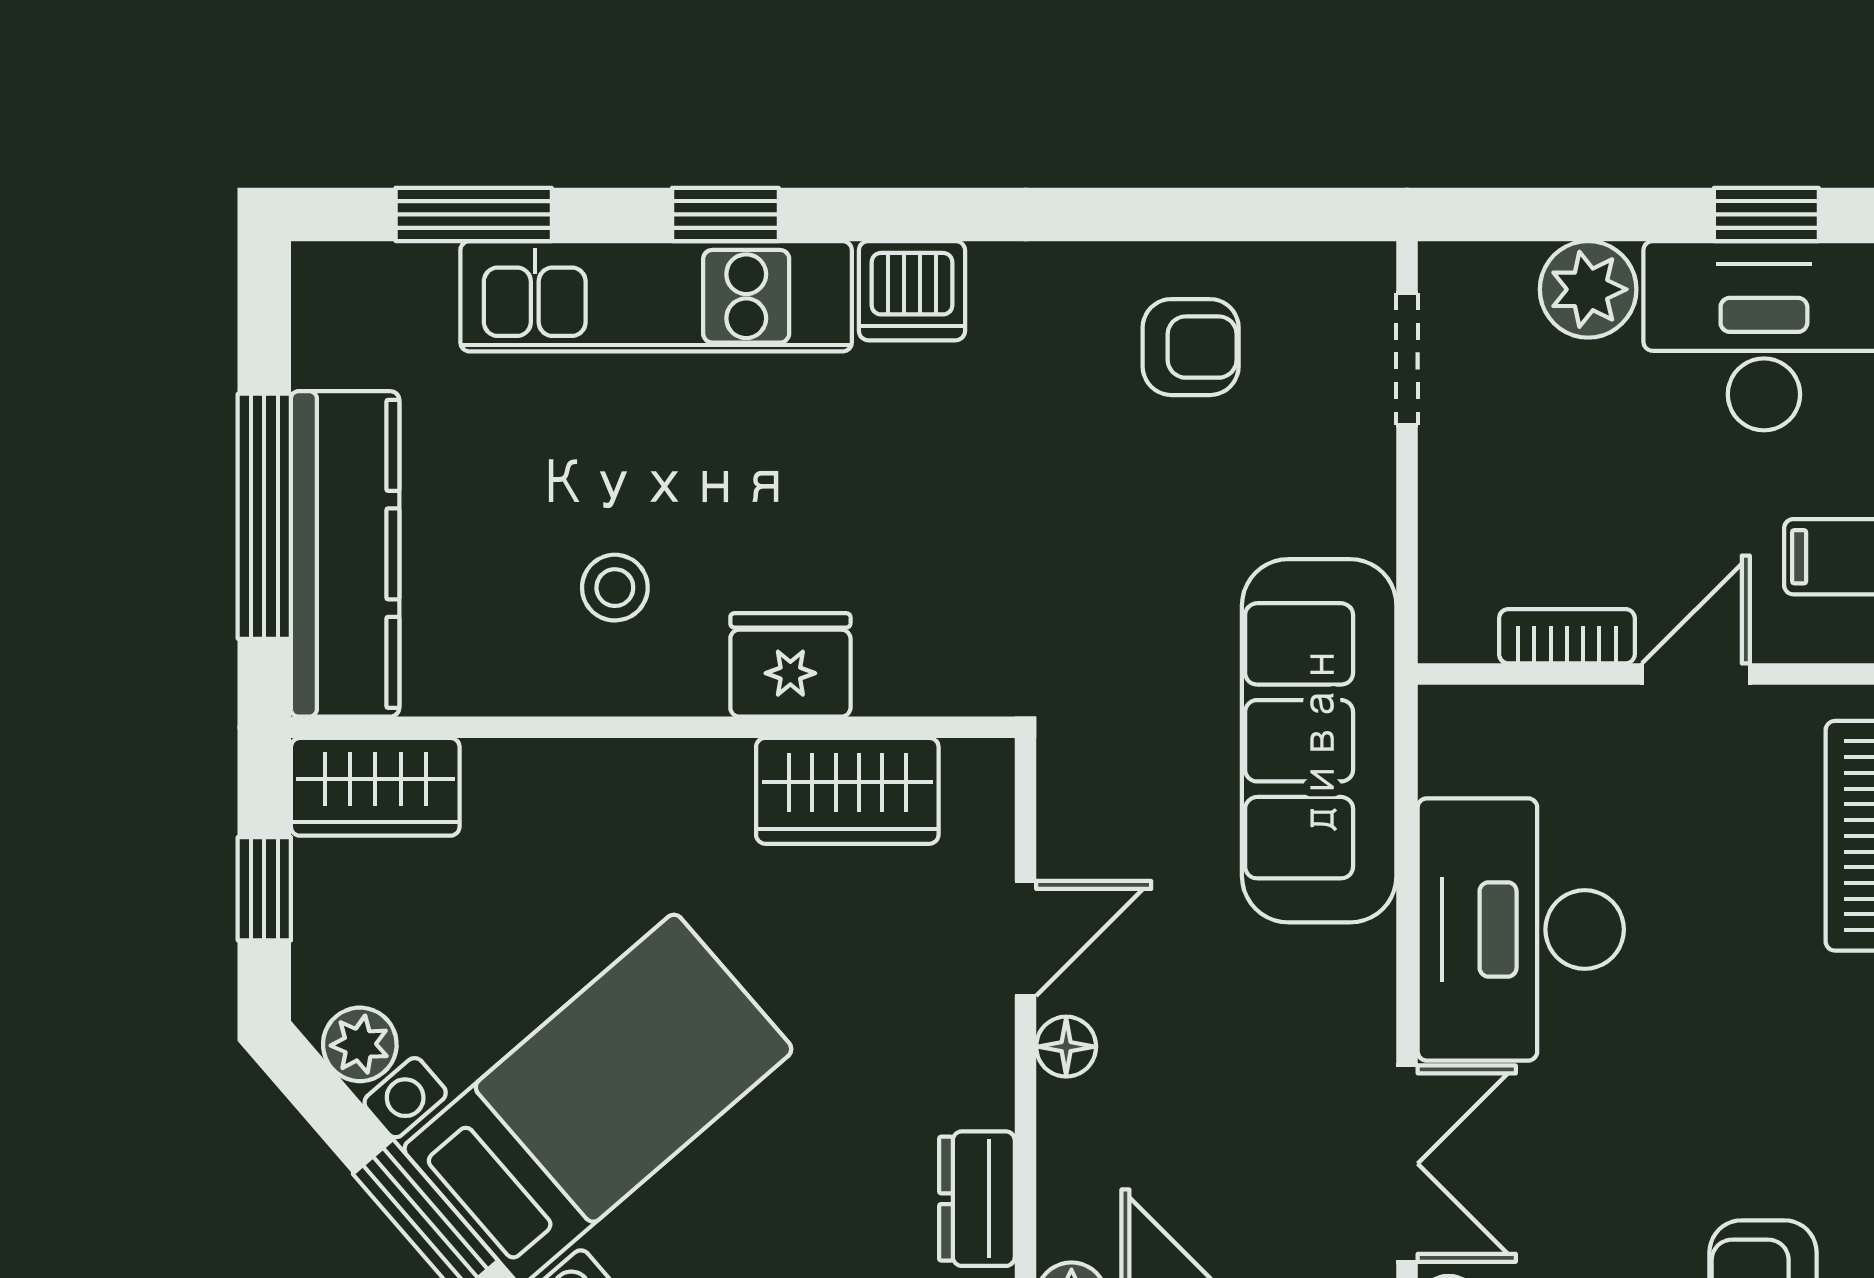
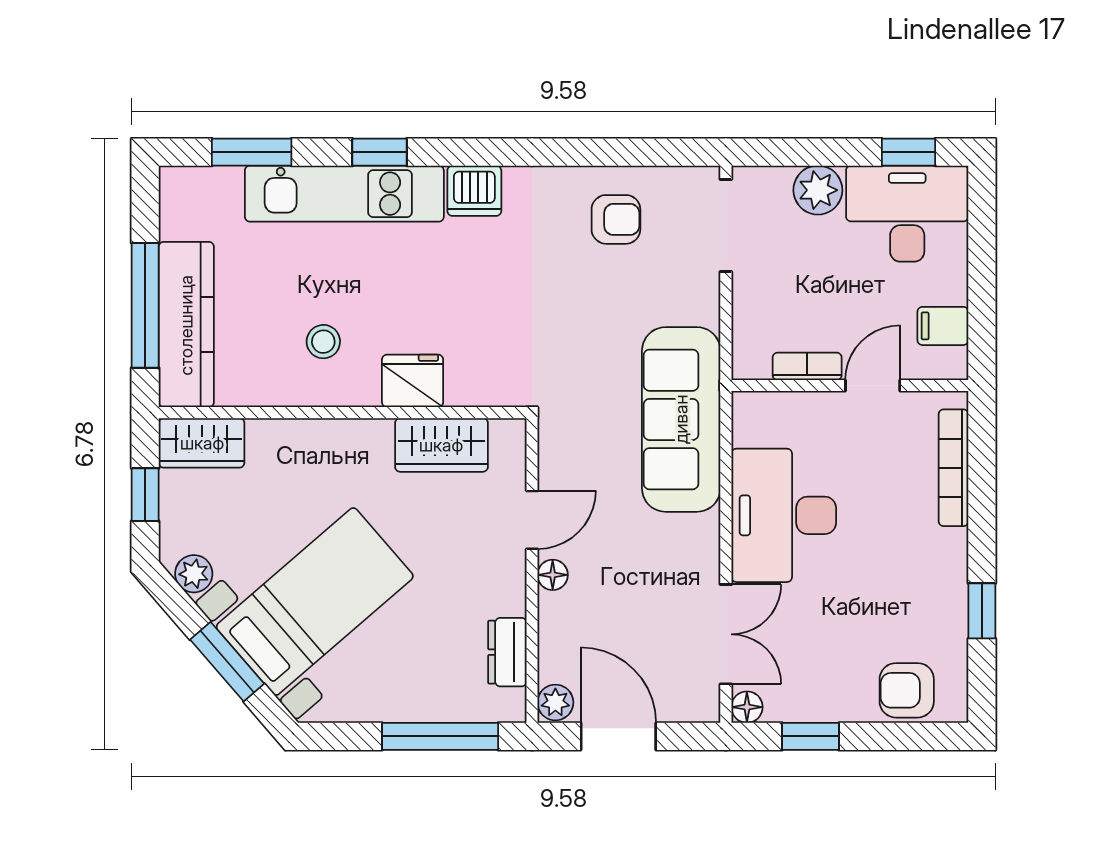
doorway: (1407, 359) -> (726, 225), width x1.38

